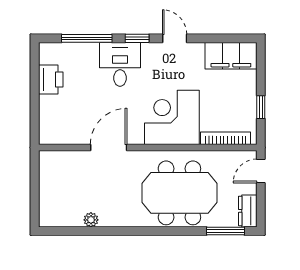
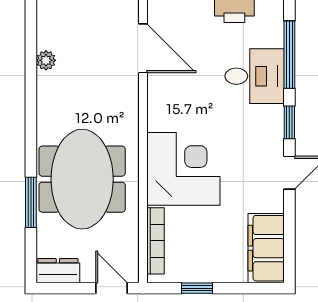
desk: (120, 64) -> (255, 76), moved
door: (109, 148) -> (143, 48), moved
window: (225, 231) -> (31, 202), moved

